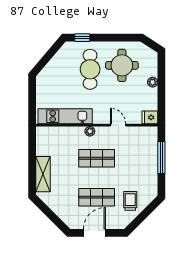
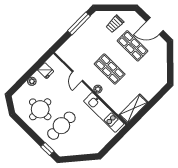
fridge: (150, 117) -> (46, 71), moved
window: (161, 158) -> (79, 23), moved
shelving: (43, 174) -> (134, 109), moved

